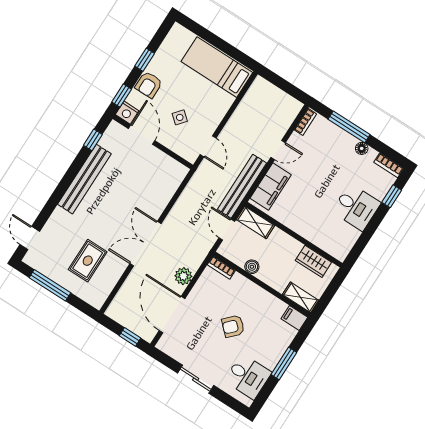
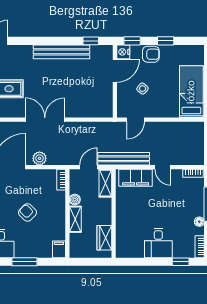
armchair: (149, 85) -> (151, 54), turned 180
shelving: (301, 297) -> (75, 219), moved

